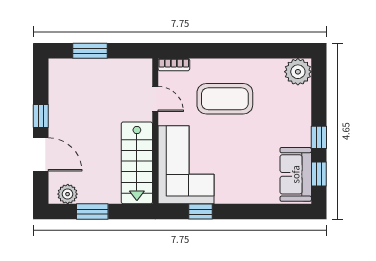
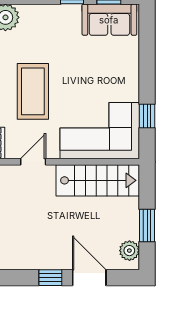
door: (41, 154) -> (89, 278), hinge flipped

